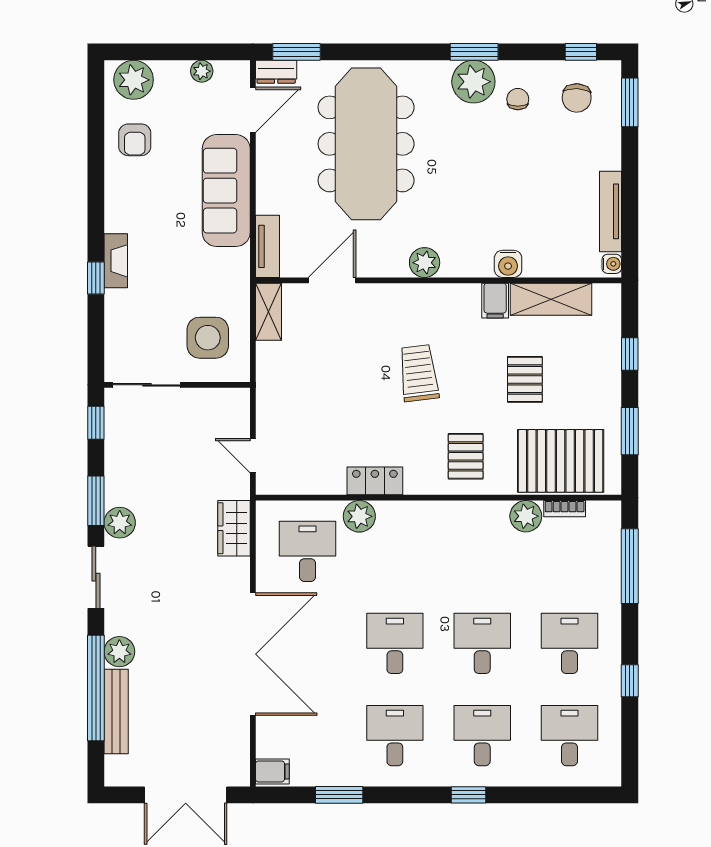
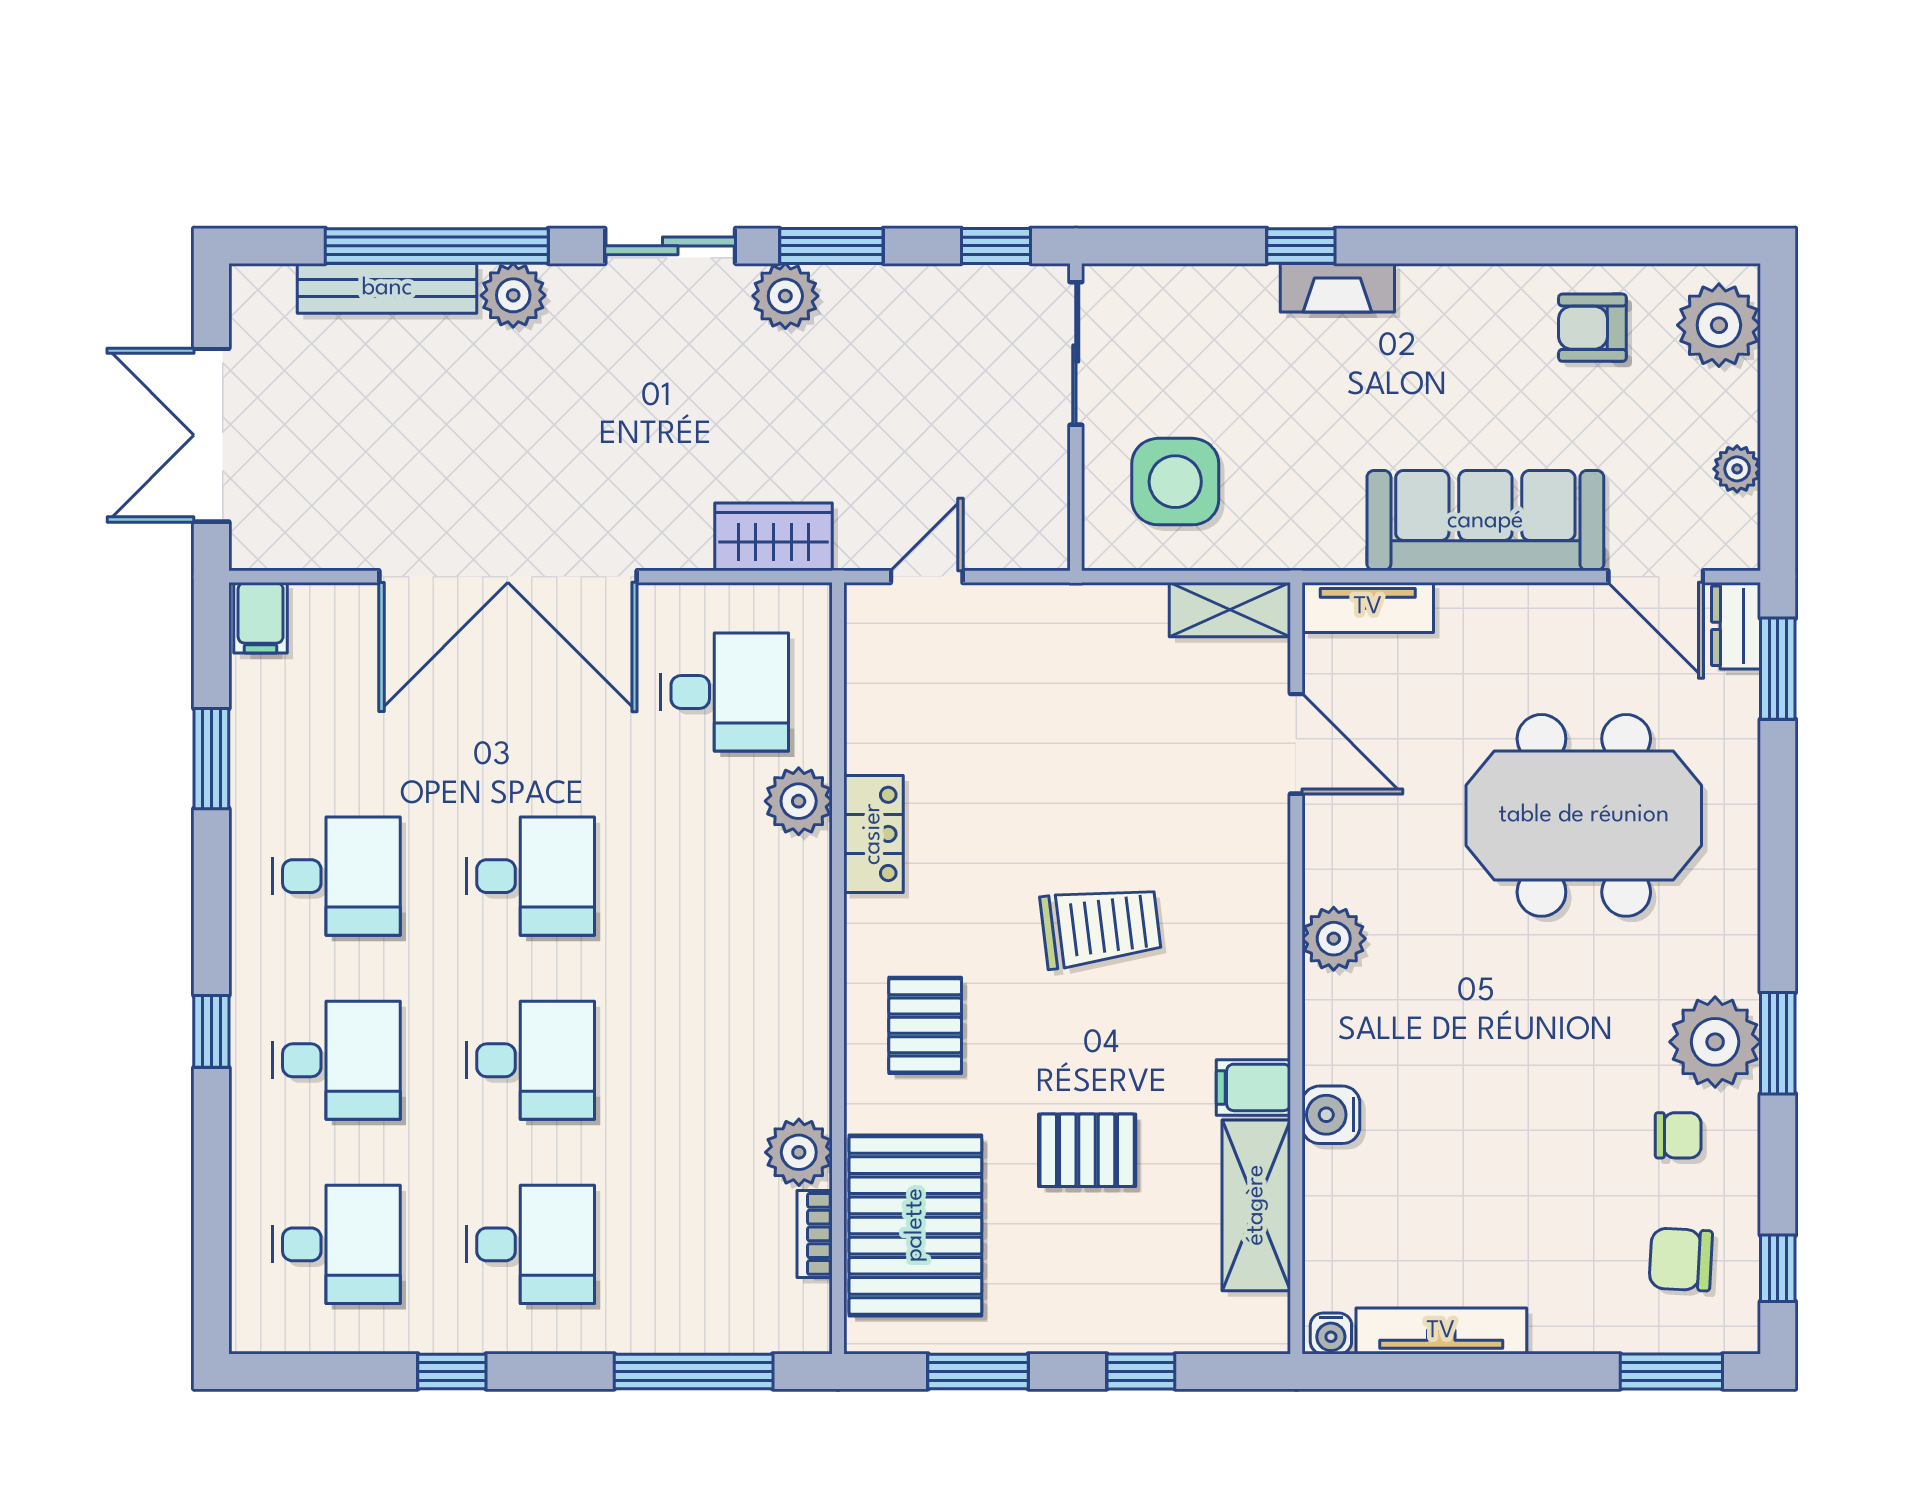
meeting table: (366, 144) -> (1584, 815), width x0.73
pallet: (466, 456) -> (925, 1025), turned 90

